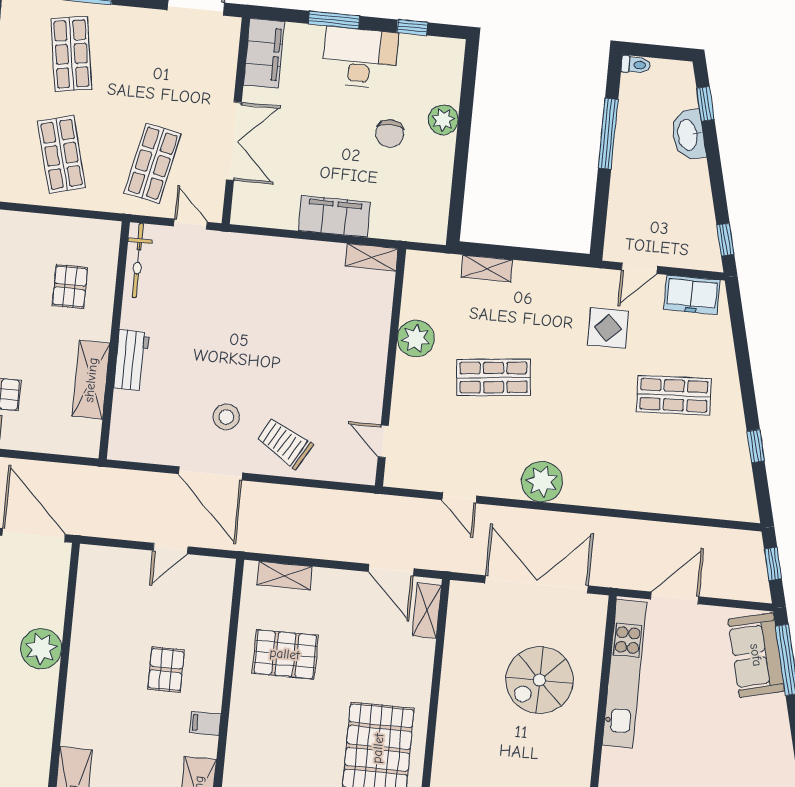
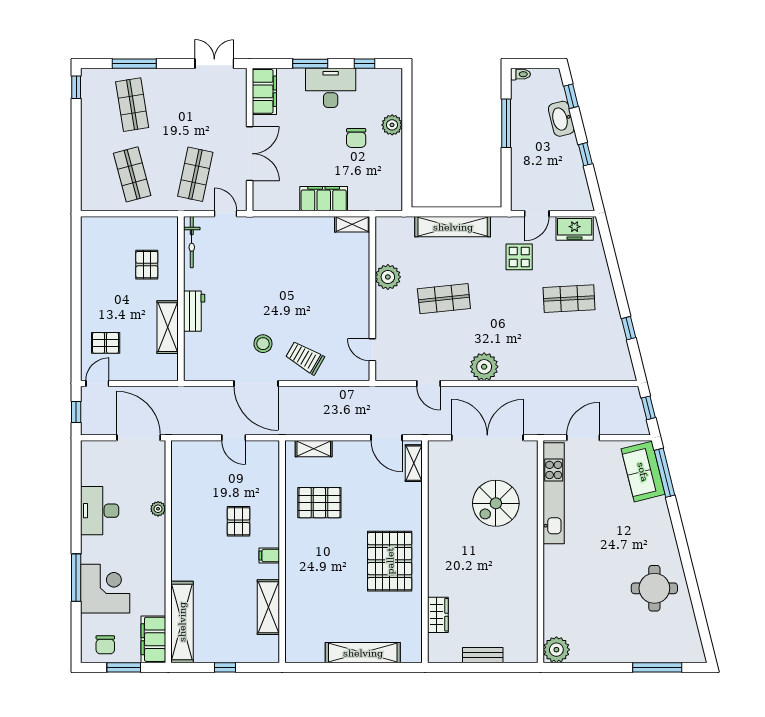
window: (725, 240) -> (585, 154), moved
shelving: (487, 268) -> (453, 227), width x2.20, depth x1.33
door: (171, 548) -> (234, 438), hinge flipped
plant: (41, 649) -> (158, 509), width x0.53, depth x0.53

